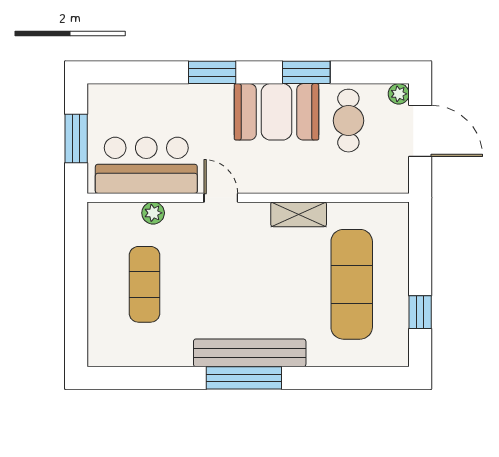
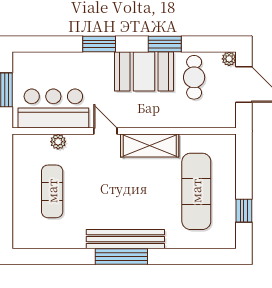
shelving: (299, 214) -> (150, 146), width x1.50, depth x1.33

